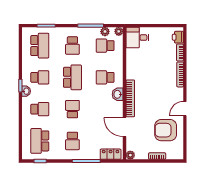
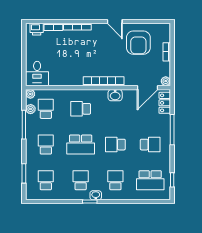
school desk: (40, 46) -> (46, 180), width x0.54
school desk: (72, 46) -> (46, 145), turned -90
school desk: (105, 46) -> (46, 109), turned 180
school desk: (72, 77) -> (81, 145), turned 180
school desk: (105, 77) -> (81, 109), turned 90
washbasin: (118, 94) -> (115, 95), moved
door: (125, 127) -> (148, 88), moved

